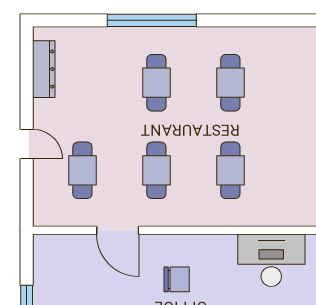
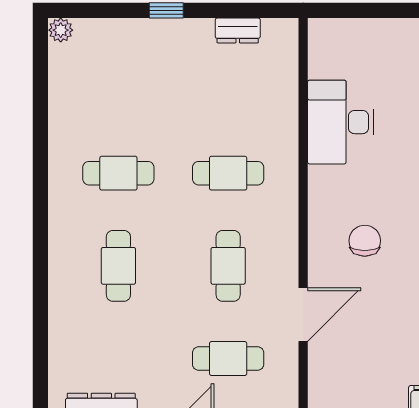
window: (152, 20) -> (40, 272), removed
cafe table: (156, 83) -> (118, 266), turned 90
cafe table: (156, 170) -> (228, 266), turned 90

